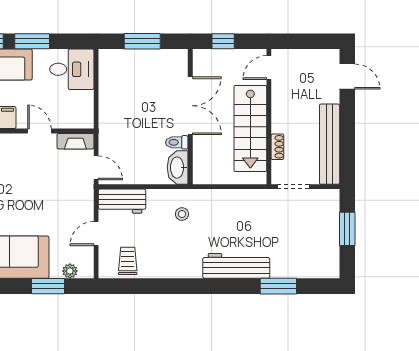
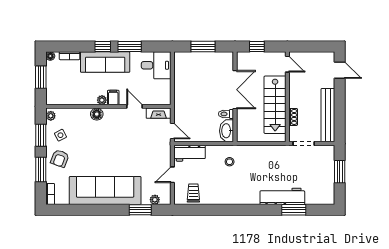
door: (269, 68) -> (287, 64), swing flipped
workbench: (236, 266) -> (282, 196), moved

